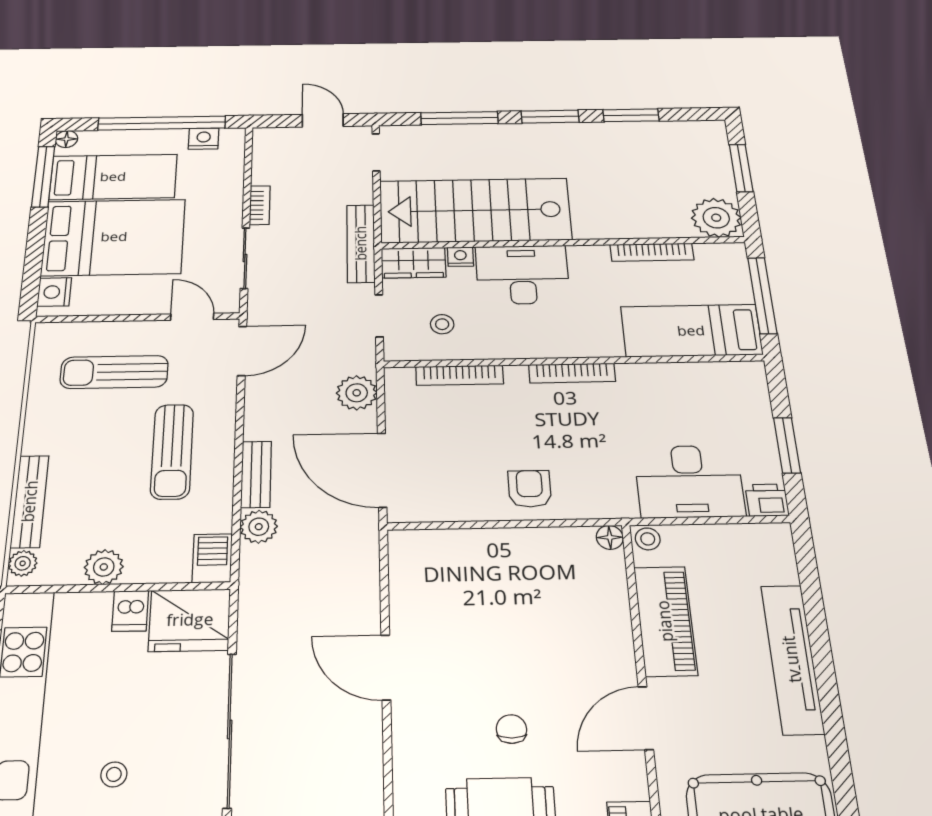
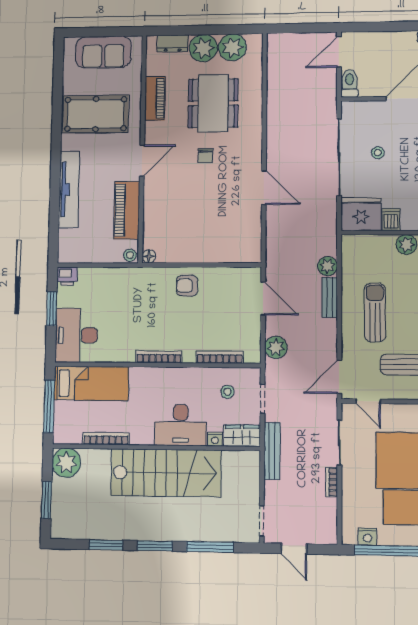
stairs: (475, 210) -> (166, 473), moved
door: (382, 470) -> (263, 299), width x0.73
desk: (689, 481) -> (76, 335), moved, turned -90
armchair: (530, 489) -> (187, 286), turned 90
barbecue: (212, 558) -> (351, 248), removed
stool: (114, 774) -> (378, 153), moved

